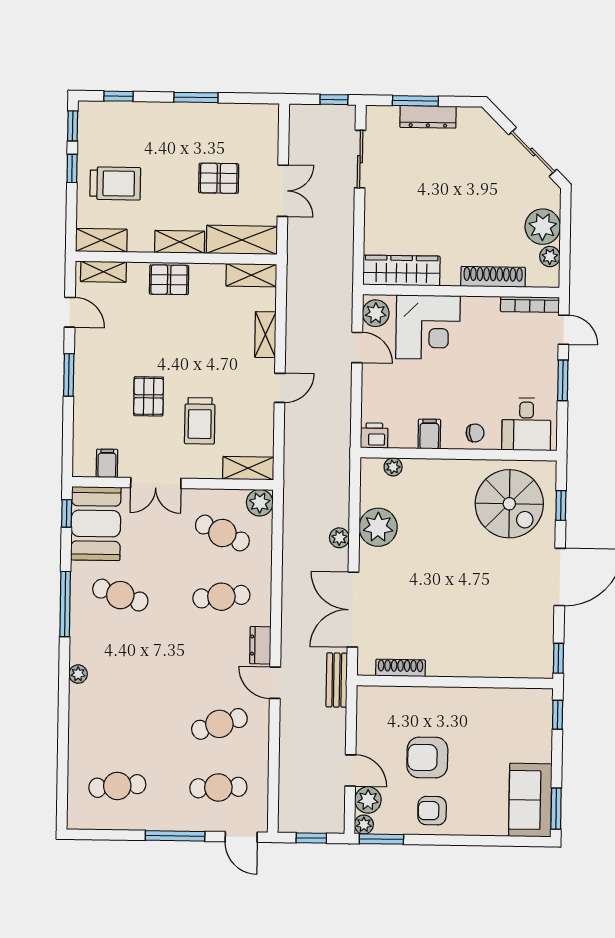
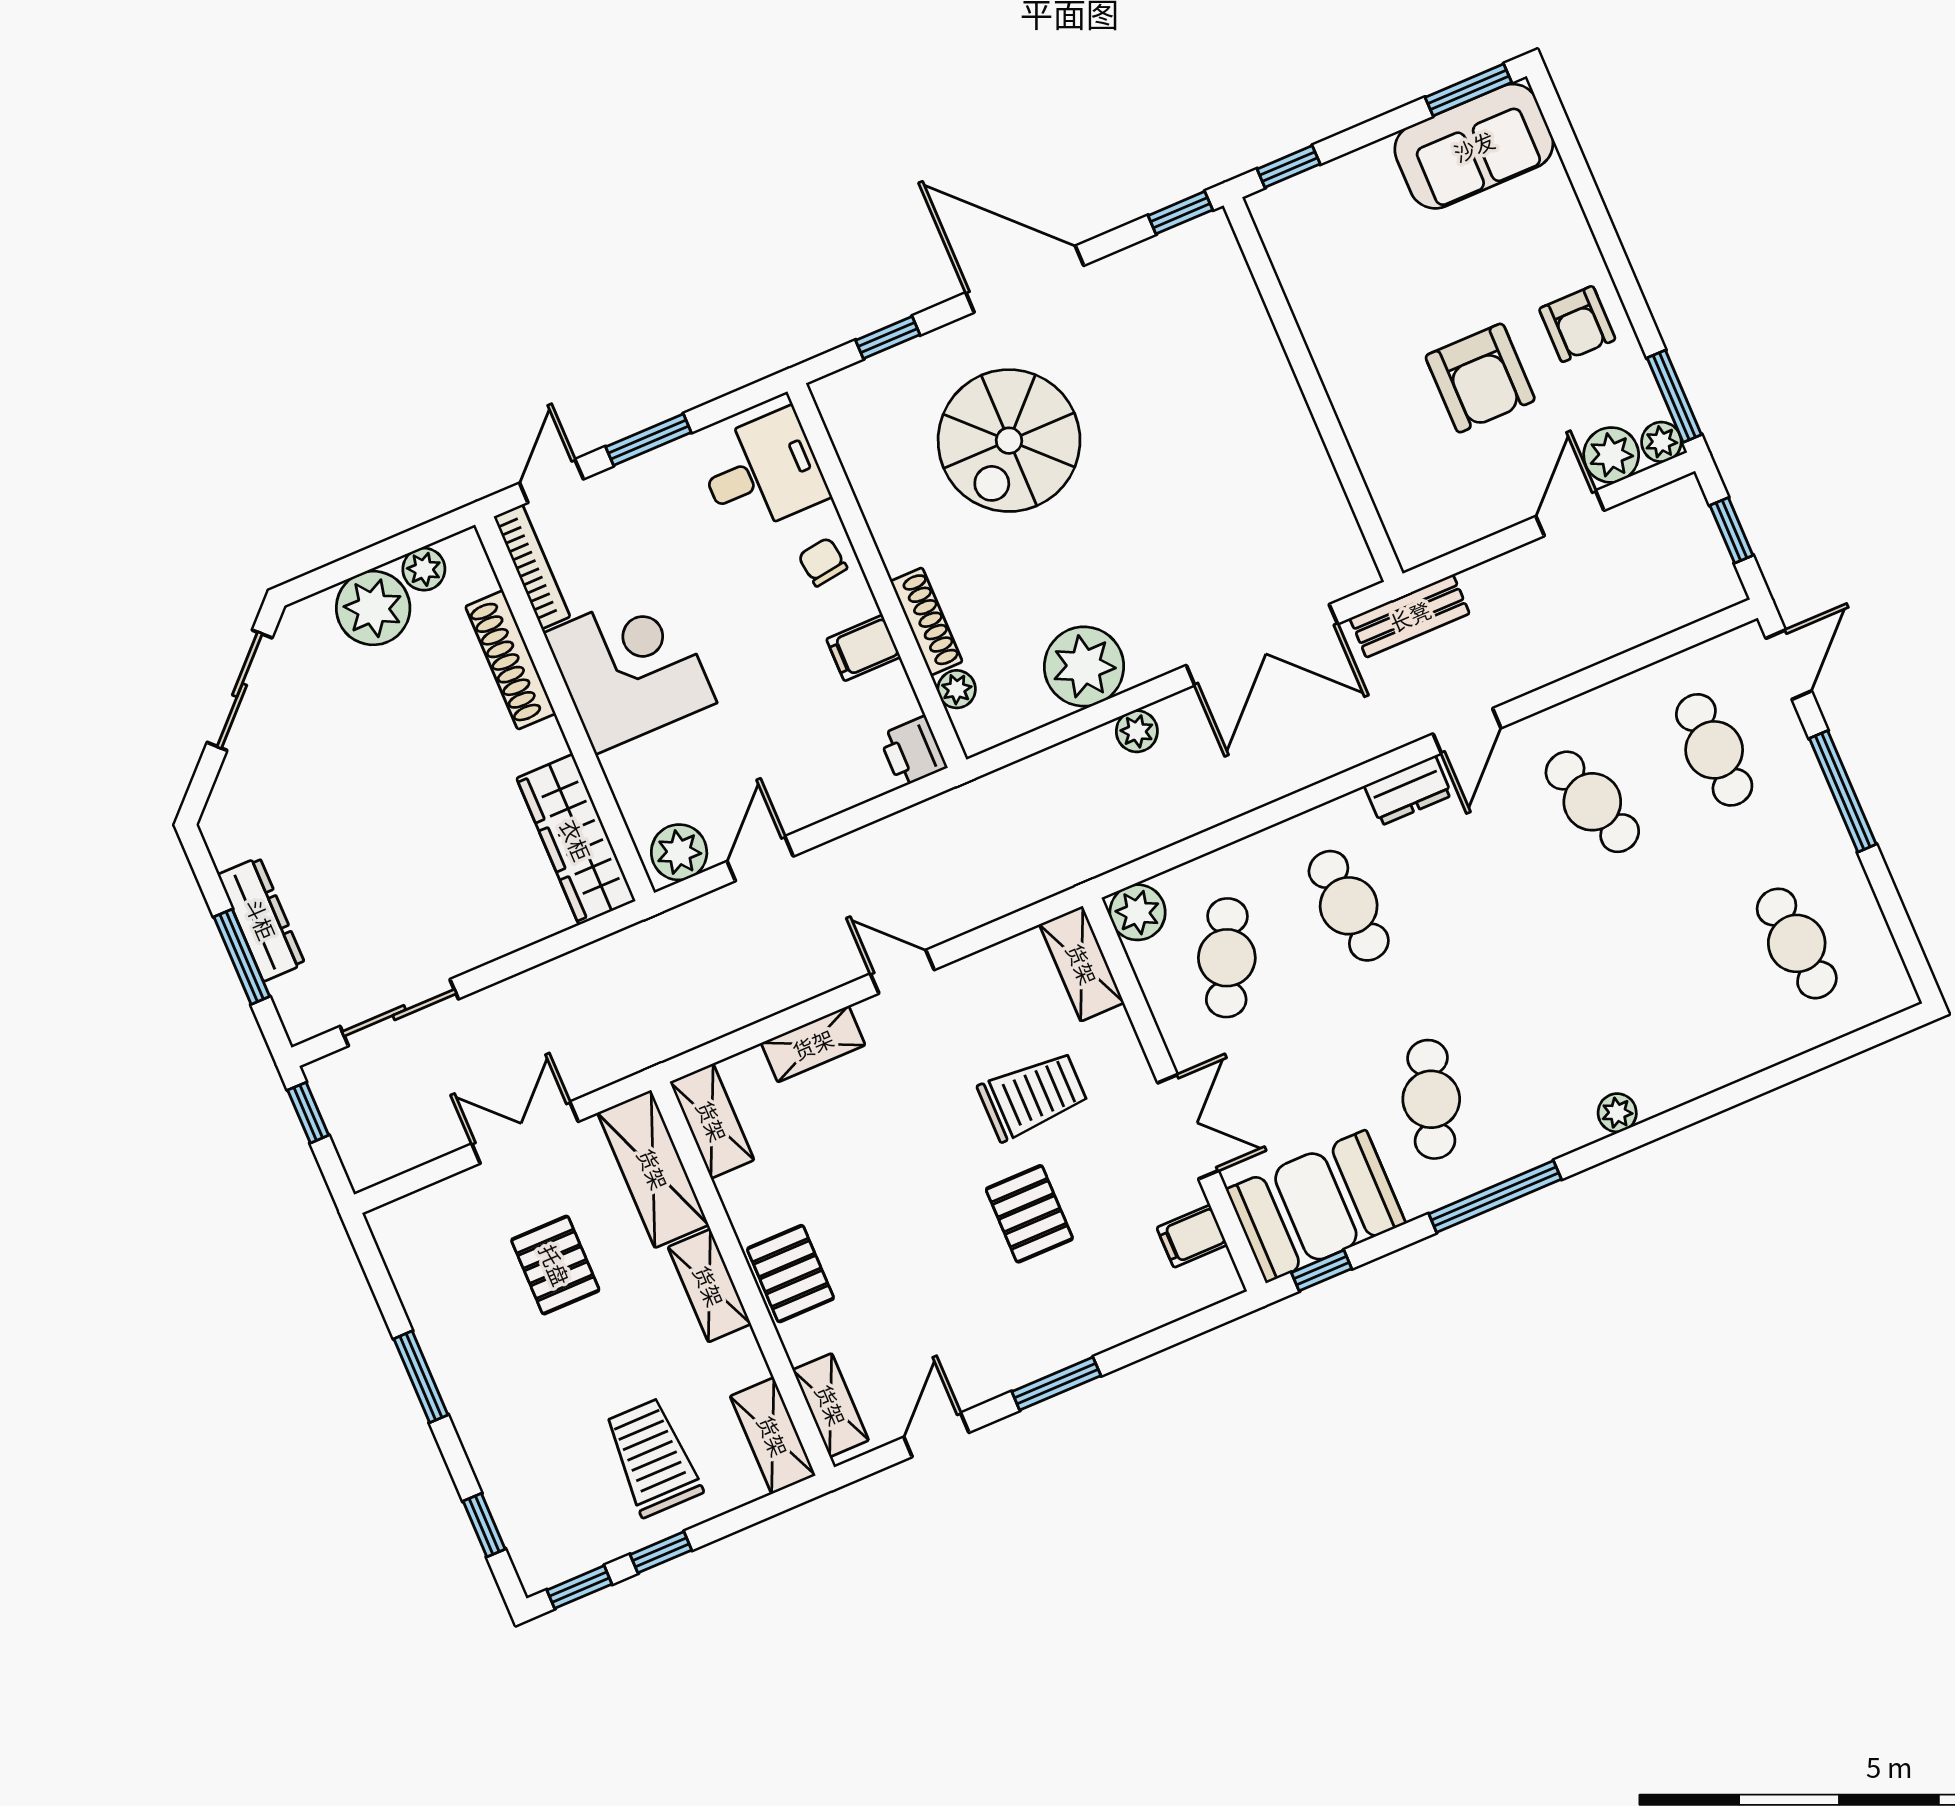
corner desk: (428, 327) -> (630, 668), moved
pallet: (149, 396) -> (1029, 1214), turned 90
spiral stairs: (509, 504) -> (1009, 441), moved, turned 180
shoe rack: (401, 668) -> (926, 621), moved, turned 180

